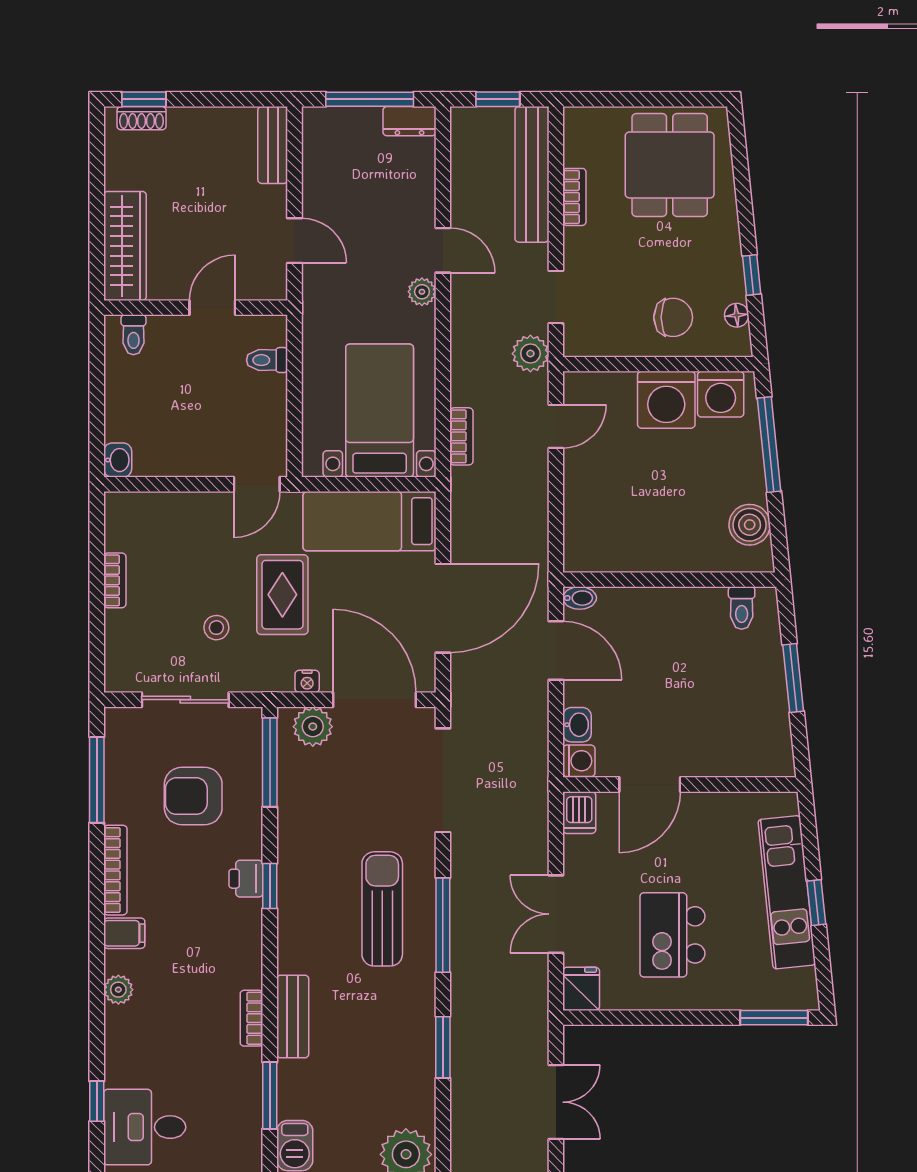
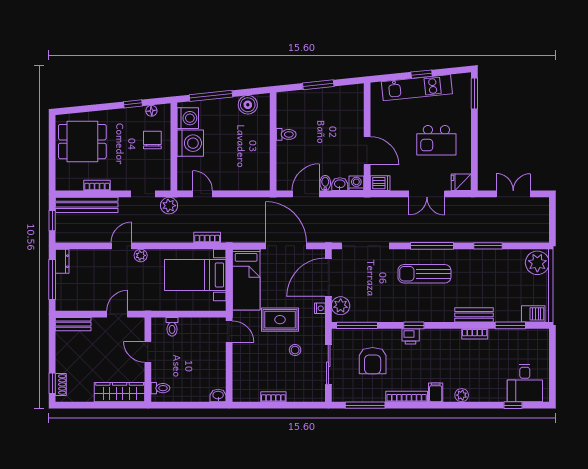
bidet: (580, 598) -> (325, 183), moved
toilet: (742, 608) -> (286, 134), moved

